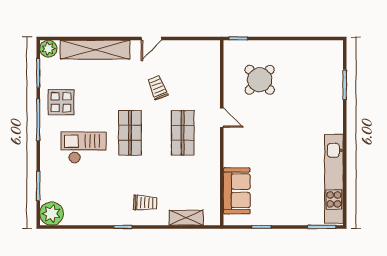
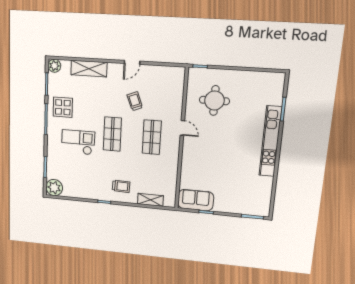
shelving: (95, 50) -> (89, 69), width x0.68
round table: (260, 80) -> (214, 101), turned 45
kitchen unit: (334, 179) -> (270, 141), moved
sofa: (237, 191) -> (196, 200), moved, turned -90

